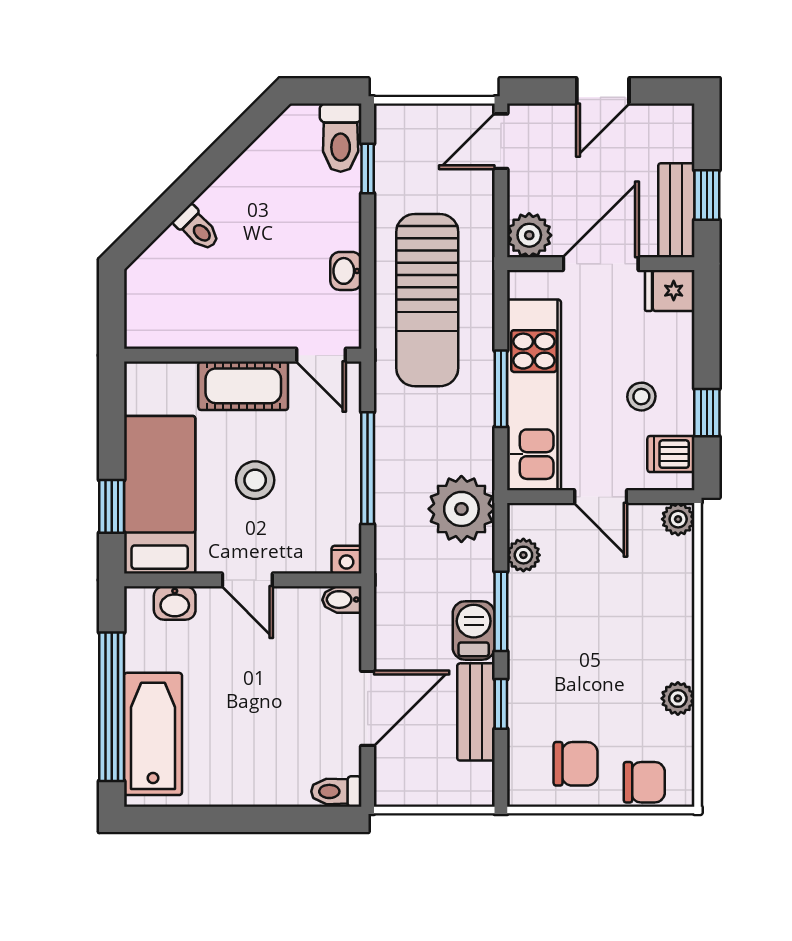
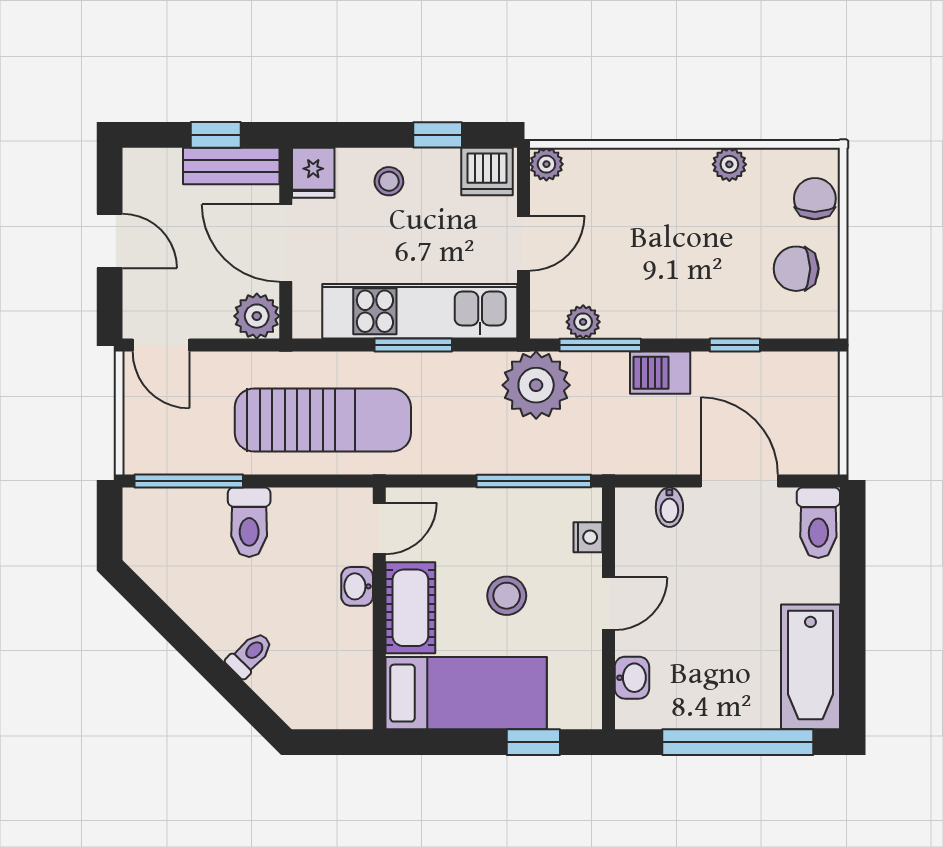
toilet: (341, 138) -> (249, 522), moved, turned 90
window: (368, 169) -> (189, 481), width x2.17
washbasin: (346, 271) -> (357, 586), moved, turned 90
stool: (641, 397) -> (389, 181), moved
dishwasher: (671, 454) -> (487, 171), width x1.38
window: (368, 468) -> (534, 481), moved
bed: (160, 495) -> (466, 693), moved, turned 180
nightstand: (347, 560) -> (588, 537), moved
bidet: (342, 600) -> (669, 507), moved
window: (501, 611) -> (600, 345), moved
bench: (476, 712) -> (743, 370), removed
bathtub: (153, 734) -> (810, 667), moved, turned -90
chair: (576, 764) -> (796, 269), turned -90
toilet: (336, 791) -> (818, 523), width x1.37, depth x1.39

